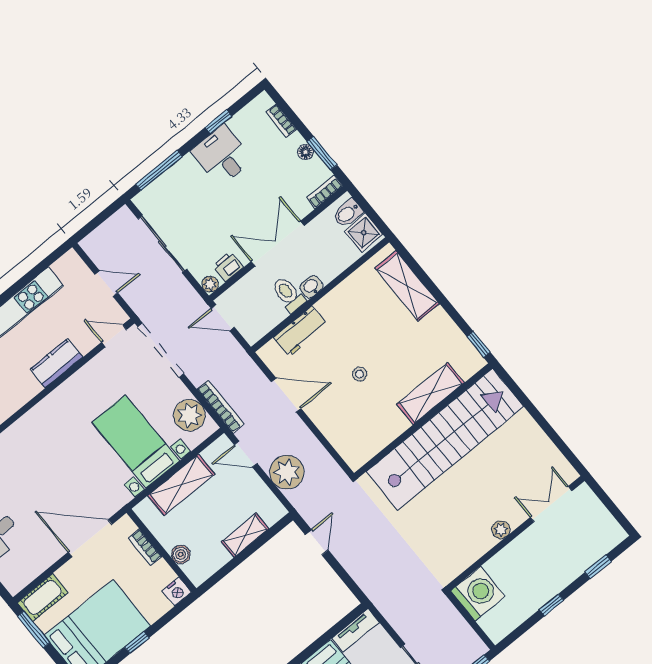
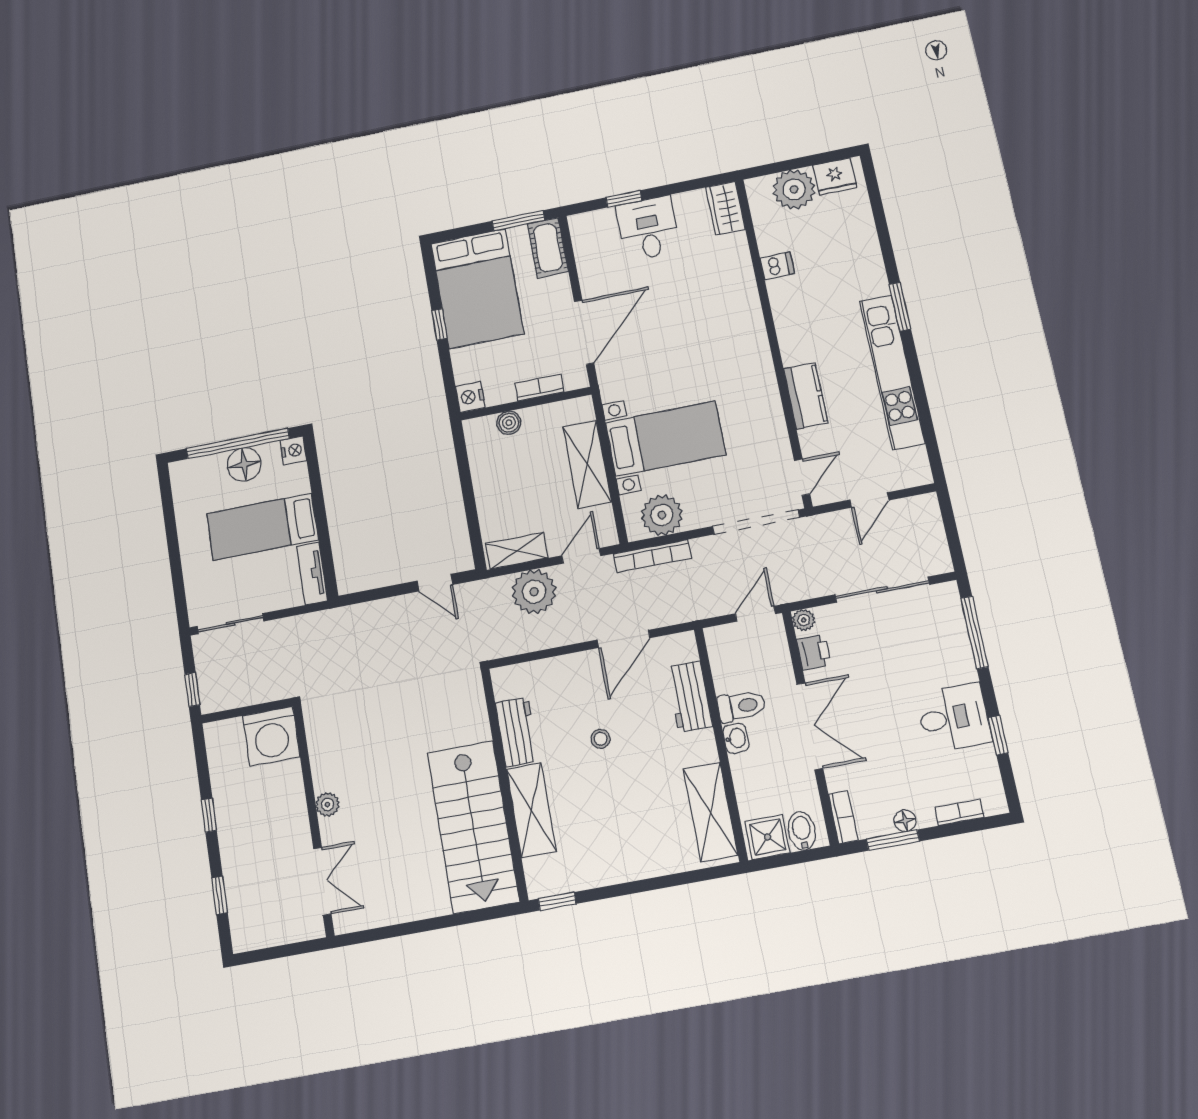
shelving: (407, 286) -> (710, 812), moved, turned 90
workbench: (385, 431) -> (517, 732), added
stairs: (445, 439) -> (473, 827), width x0.73
shelving: (245, 535) -> (517, 551), moved, turned 90

